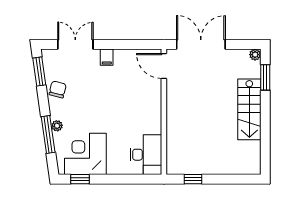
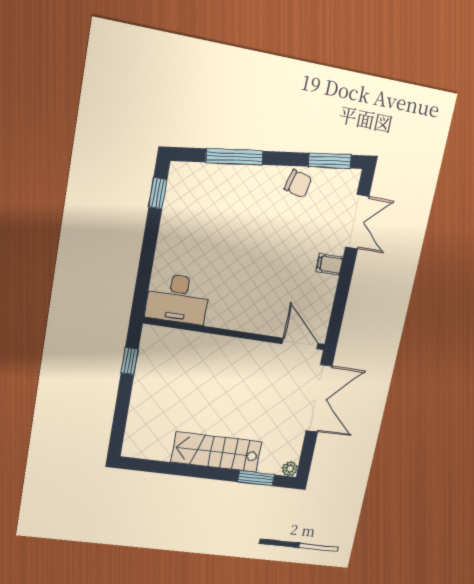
door: (164, 66) -> (300, 344), hinge flipped
plant: (57, 126) -> (245, 173), removed
corner desk: (85, 154) -> (195, 209), removed

